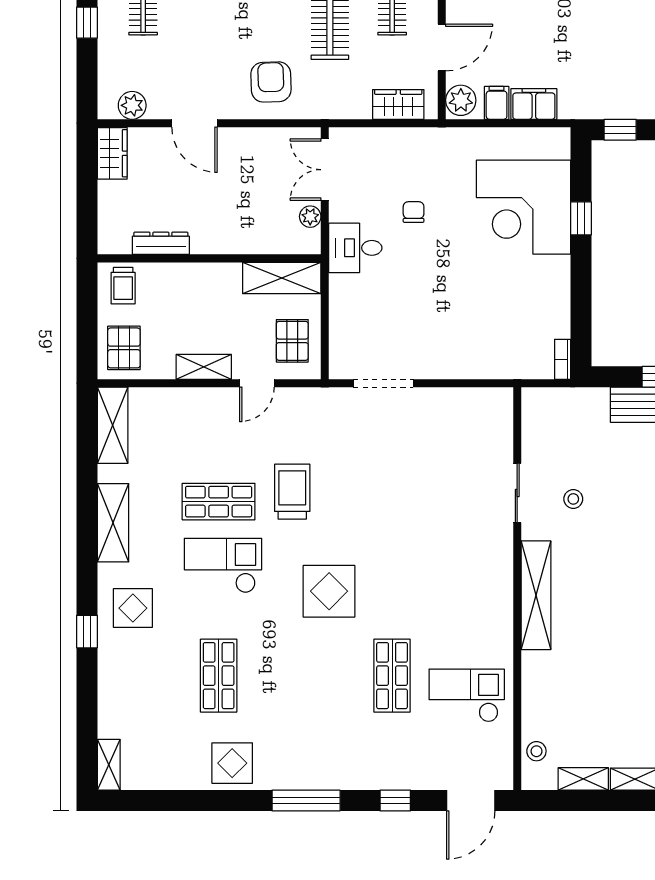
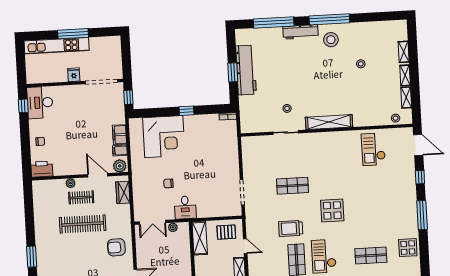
window: (581, 218) -> (186, 111), moved
shop shelf: (392, 676) -> (292, 186), moved

